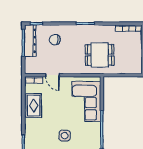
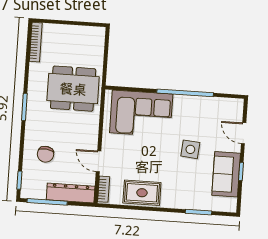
dresser: (30, 41) -> (71, 193), moved
dining table: (100, 55) -> (73, 89), width x1.38
door: (52, 75) -> (99, 161), swing flipped

